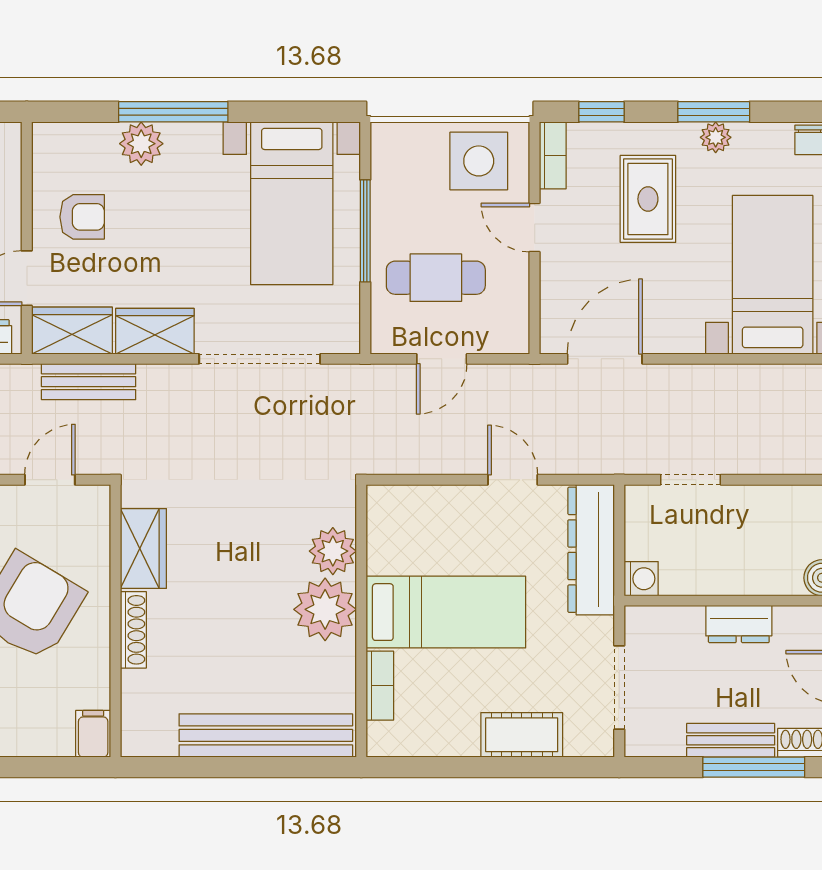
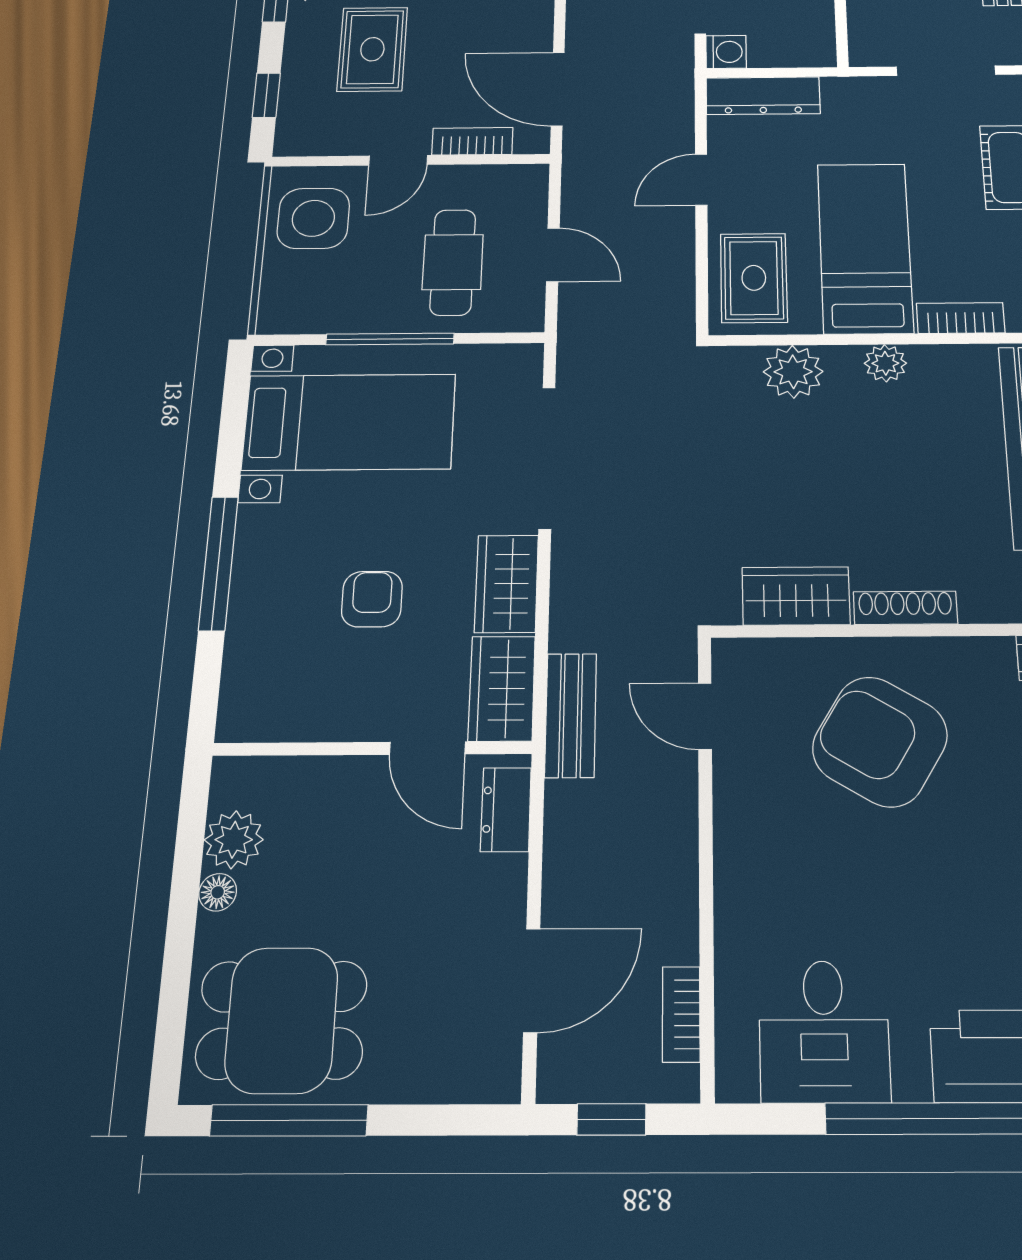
plant: (141, 144) -> (257, 602), removed
bookcase: (553, 155) -> (472, 141), moved
rug: (648, 199) -> (372, 49), turned 90
armchair: (82, 217) -> (372, 599), moved
bench: (89, 382) -> (571, 715), moved
rug: (418, 522) -> (754, 278), added
dresser: (591, 550) -> (763, 96), width x0.73, depth x0.80
washing machine: (641, 579) -> (726, 52), moved, turned 90
plant: (325, 609) -> (885, 363), width x0.53, depth x0.53

